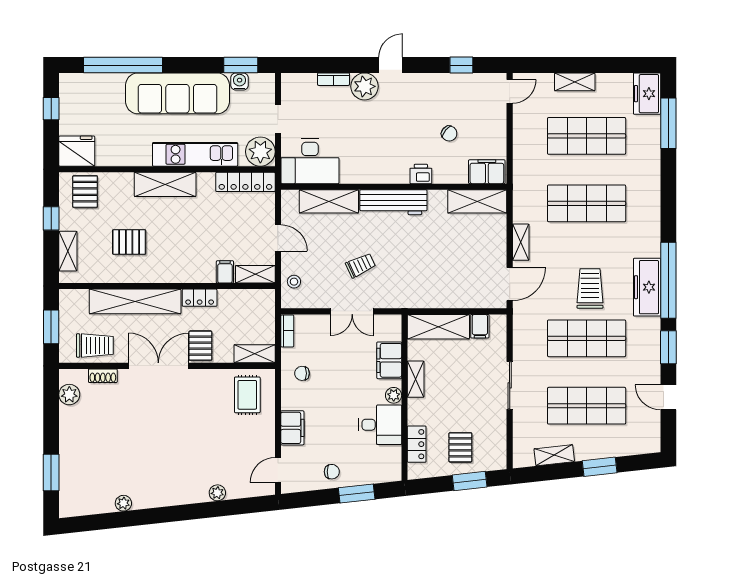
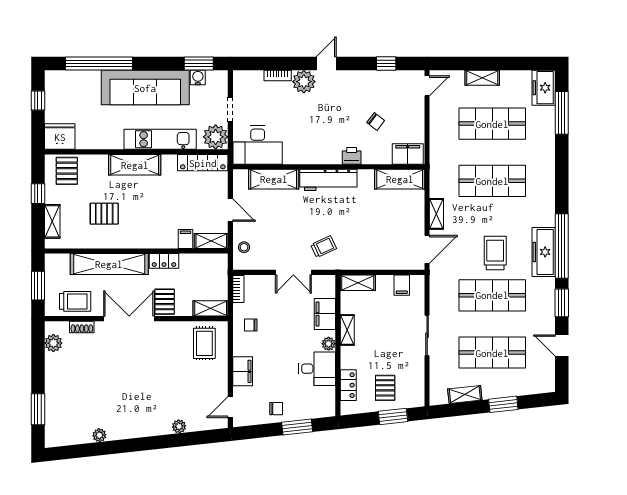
trolley: (361, 265) -> (324, 247), moved
shelving: (438, 327) -> (358, 283), width x0.67, depth x0.75

